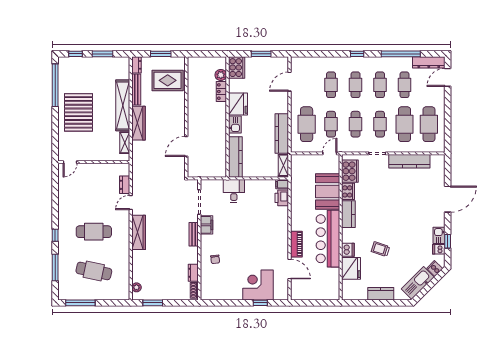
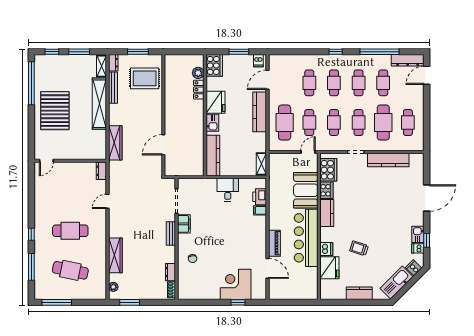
dishwasher: (281, 63) -> (258, 61), added
wardrobe: (138, 123) -> (115, 143), moved
cafe table: (429, 124) -> (408, 122), width x0.73, depth x0.74
kitchen counter: (282, 134) -> (260, 112), moved
shelving: (125, 143) -> (102, 66), moved
filing cabinet: (282, 184) -> (260, 210), moved
dresser: (125, 185) -> (101, 171), moved
desk: (234, 191) -> (228, 190), moved
wardrobe: (139, 232) -> (115, 255), moved

